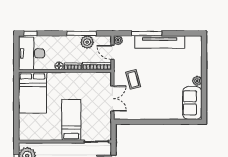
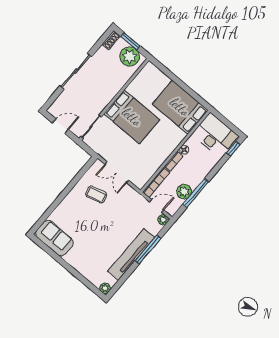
coffee table: (133, 79) -> (96, 195), moved
plant: (197, 81) -> (105, 288), moved
bed: (71, 120) -> (132, 117), width x1.50

